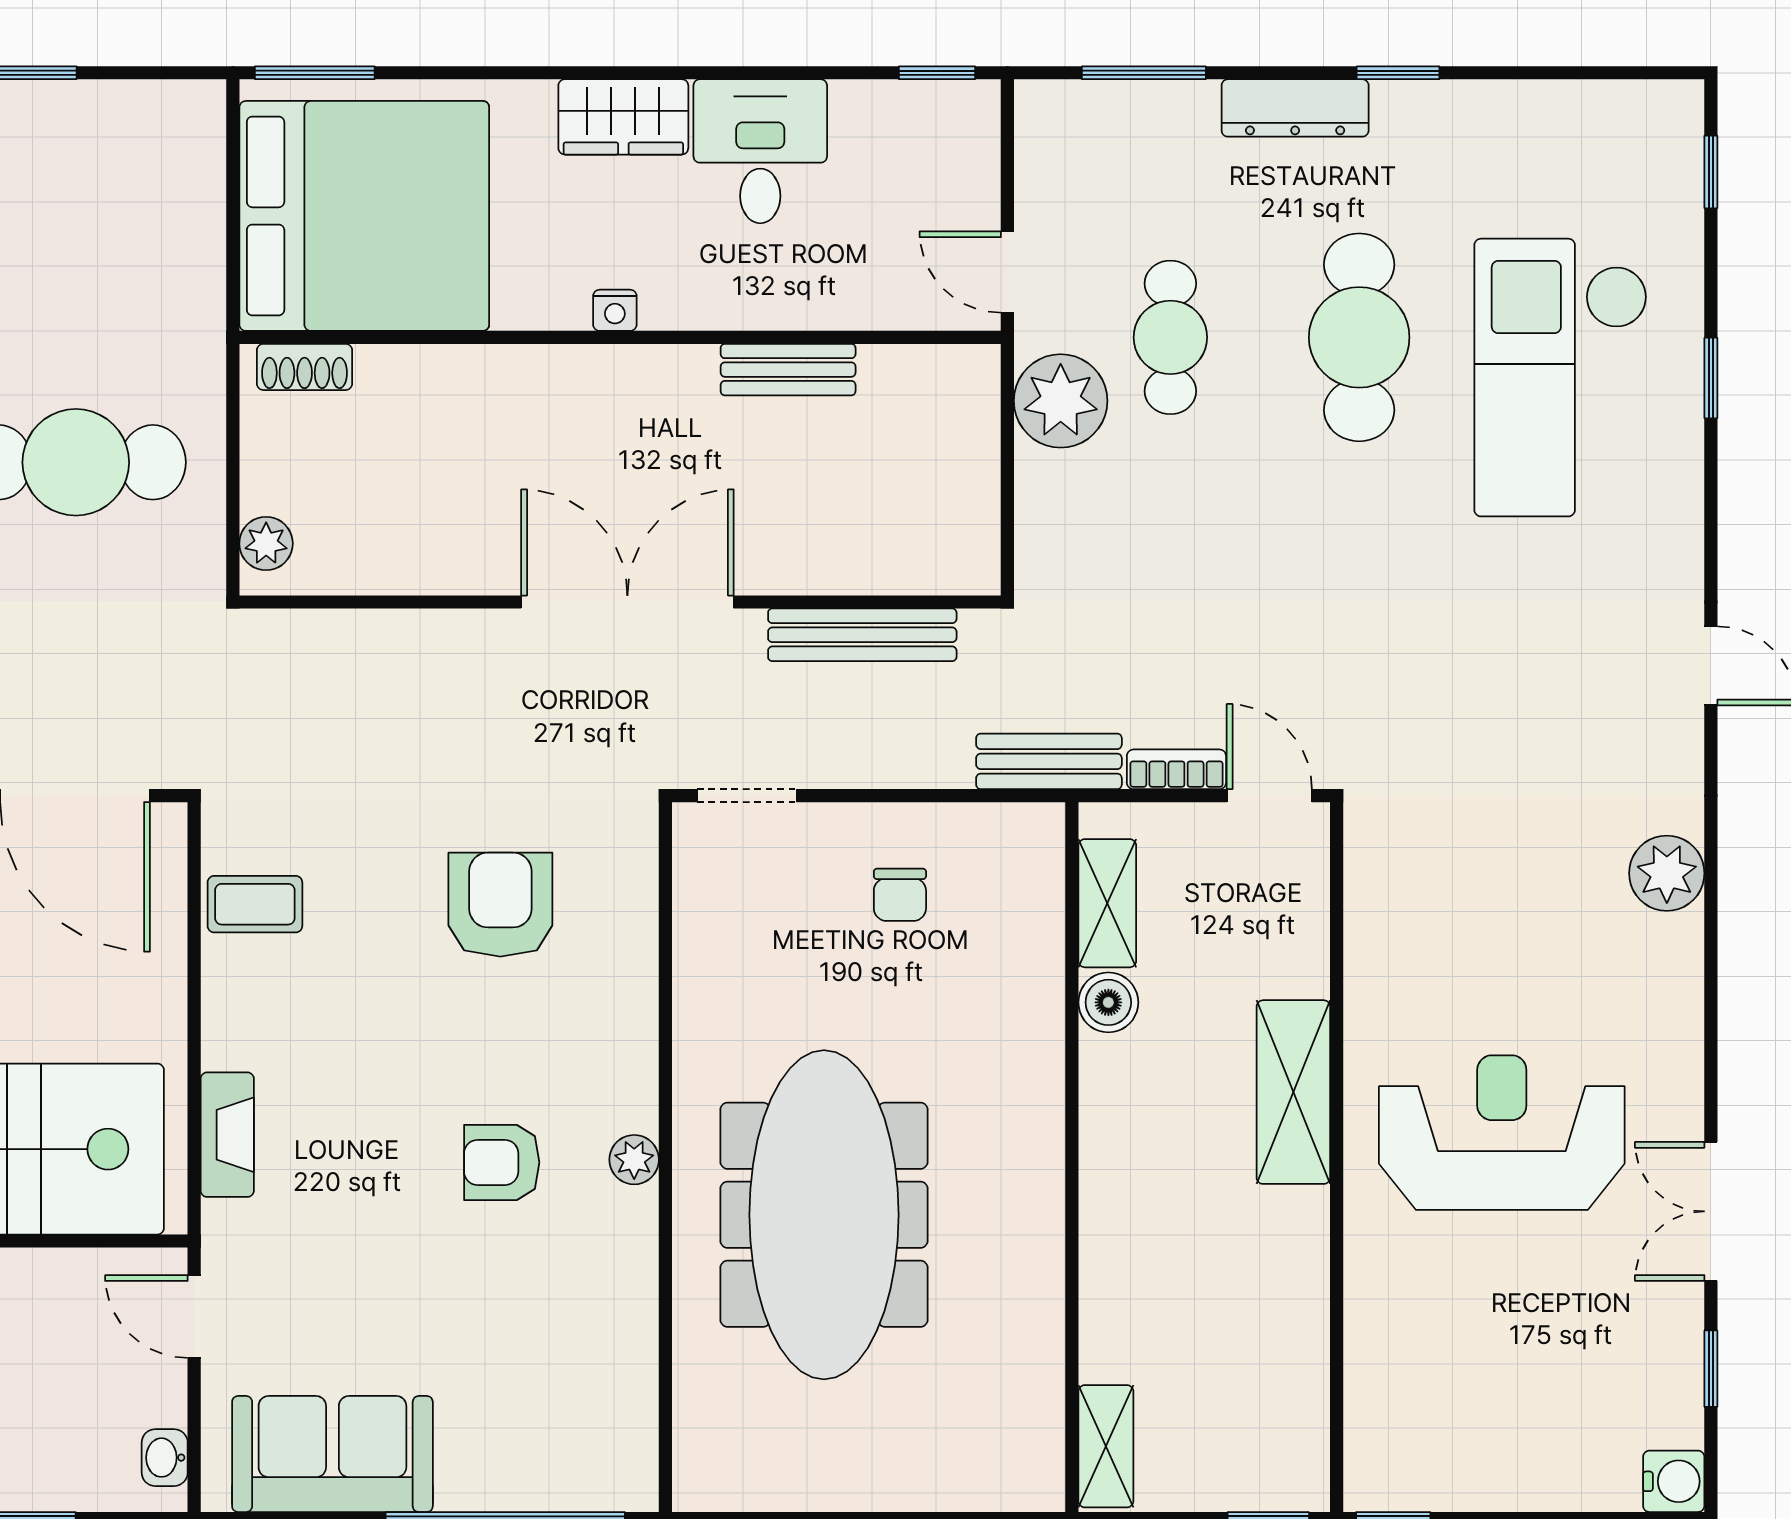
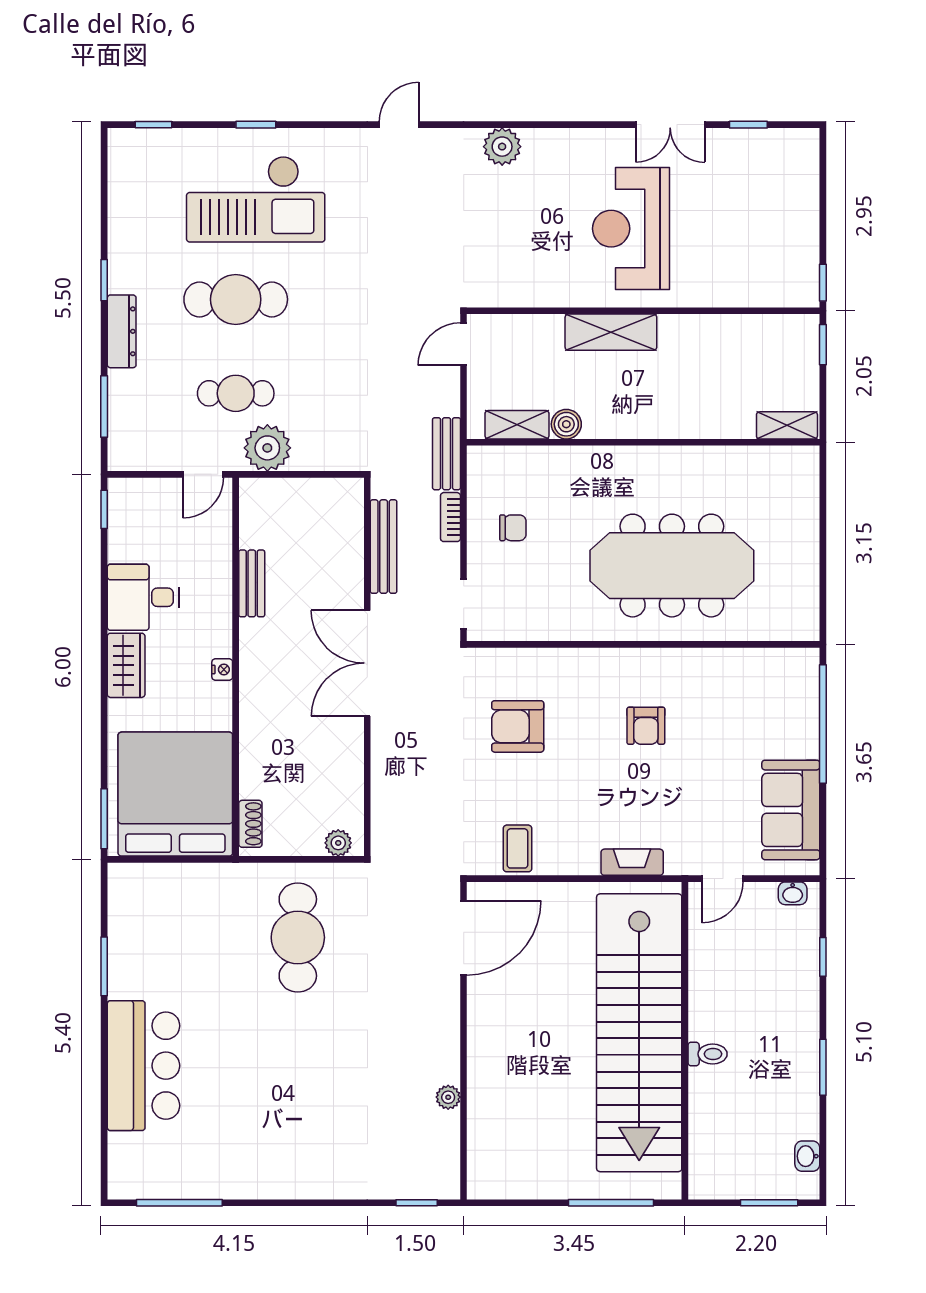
bookcase: (1176, 769) -> (450, 517), moved
plant: (634, 1160) -> (645, 660), removed
water cooler: (1674, 1481) -> (804, 143), removed

